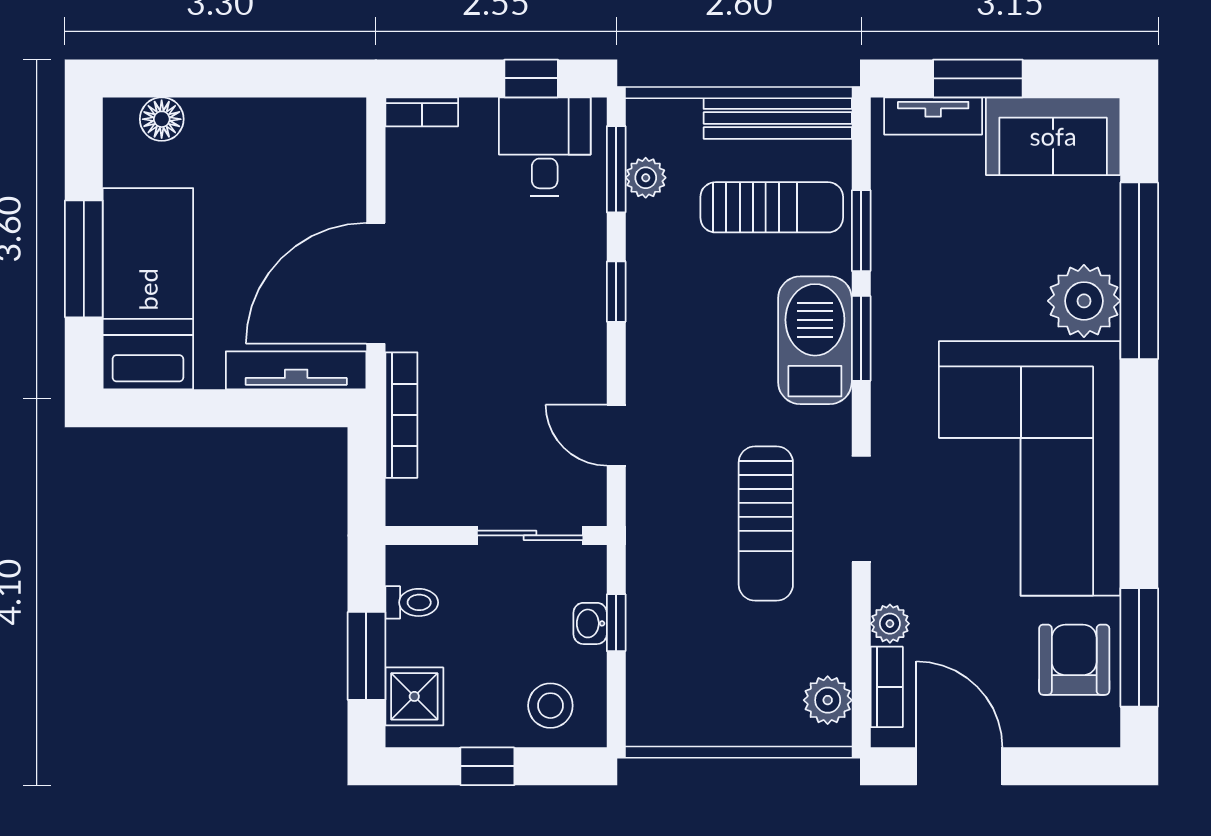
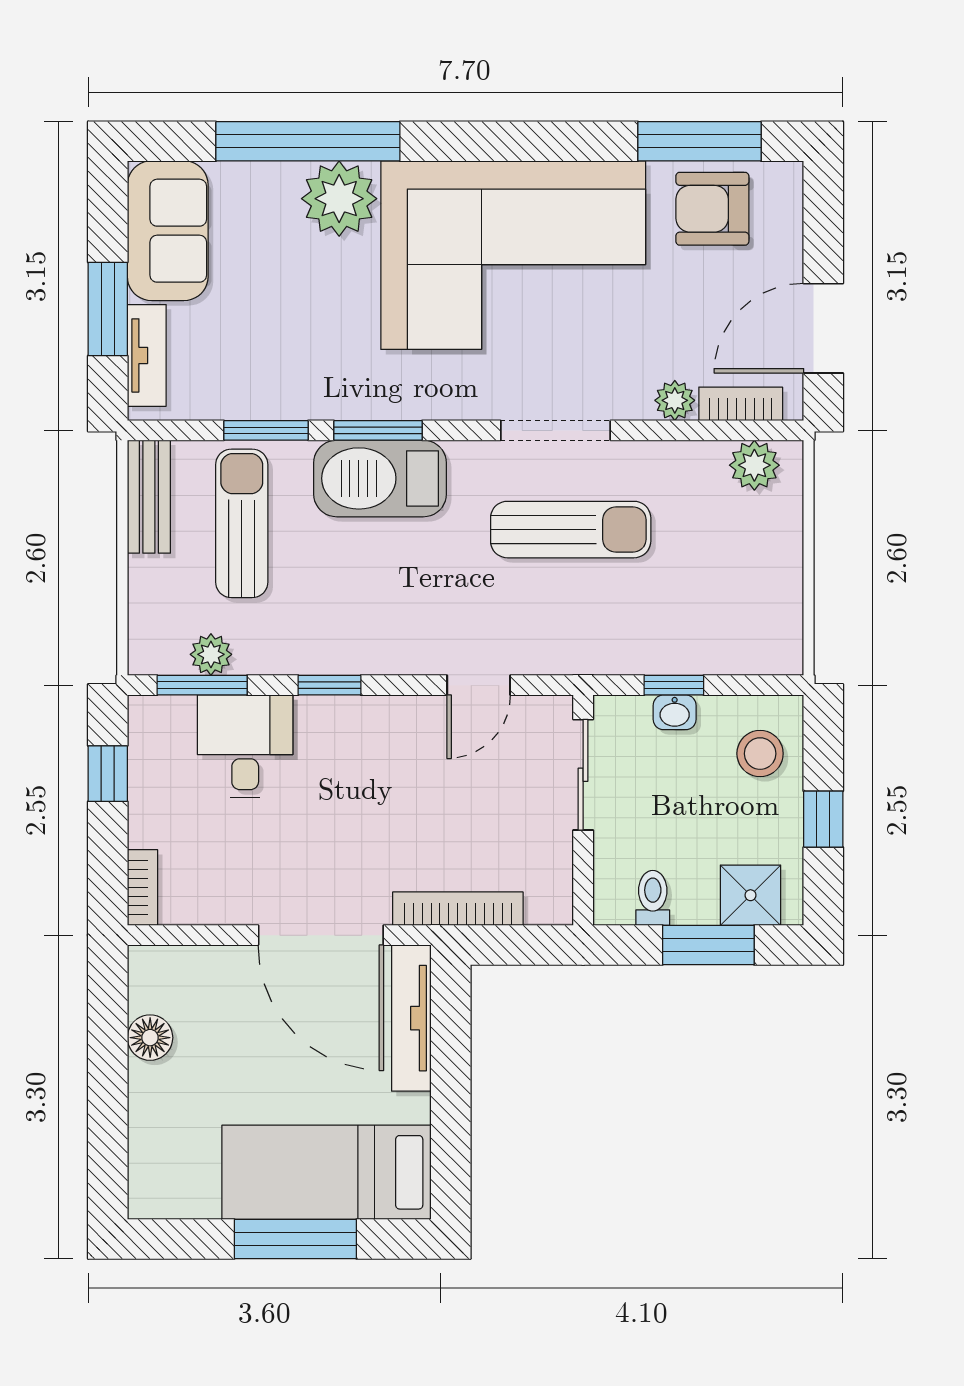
bench: (778, 118) -> (149, 497), width x0.73
floor lamp: (162, 119) -> (150, 1038), moved
desk: (545, 147) -> (245, 746), moved, turned 90

